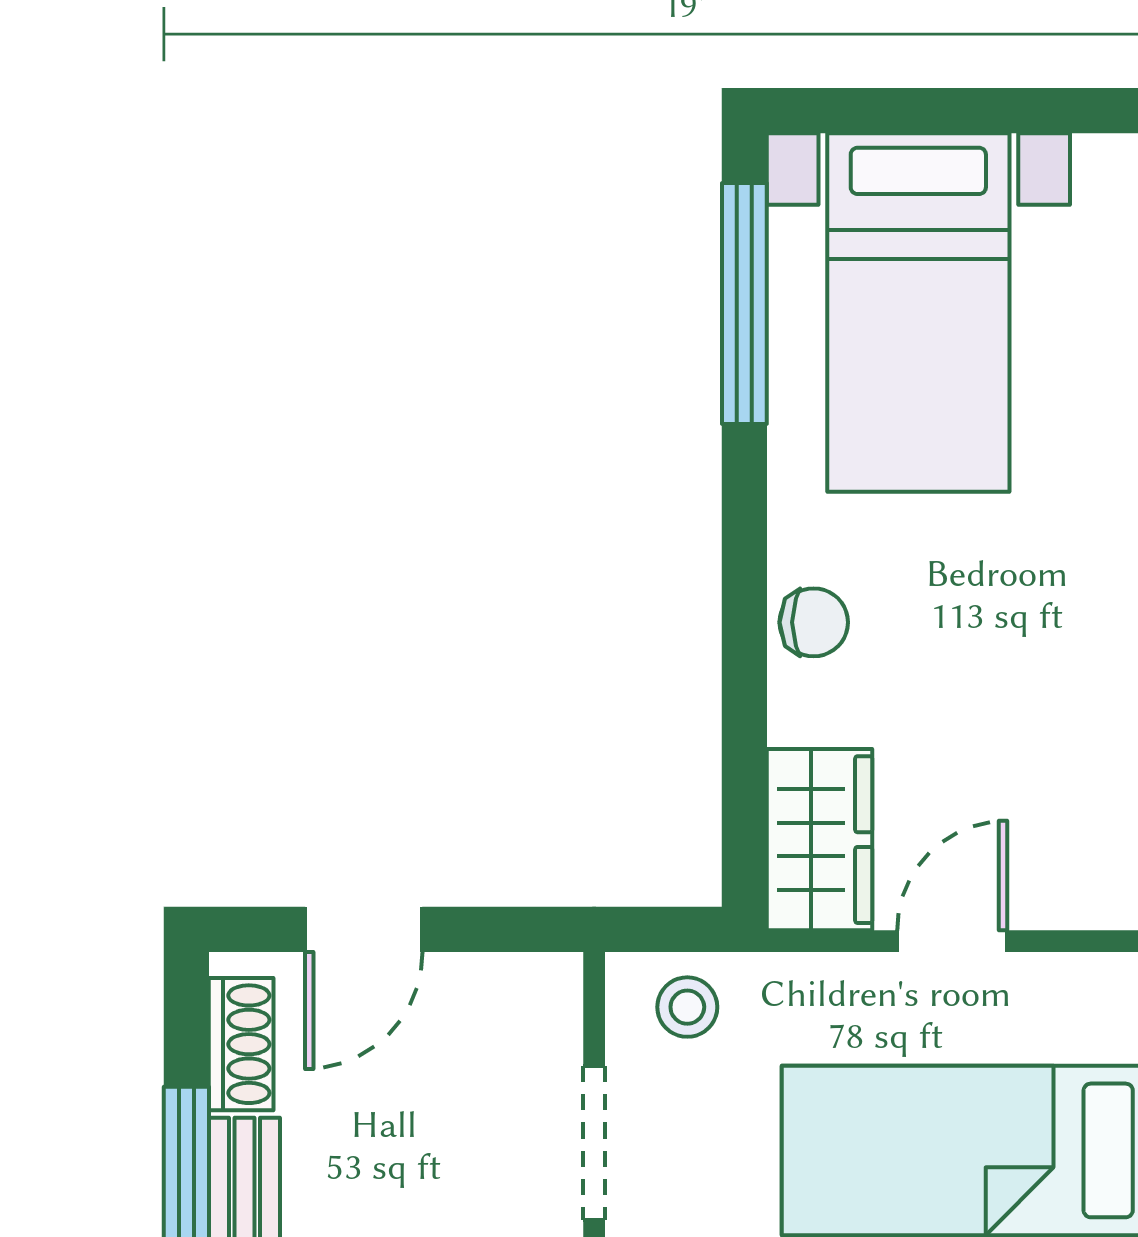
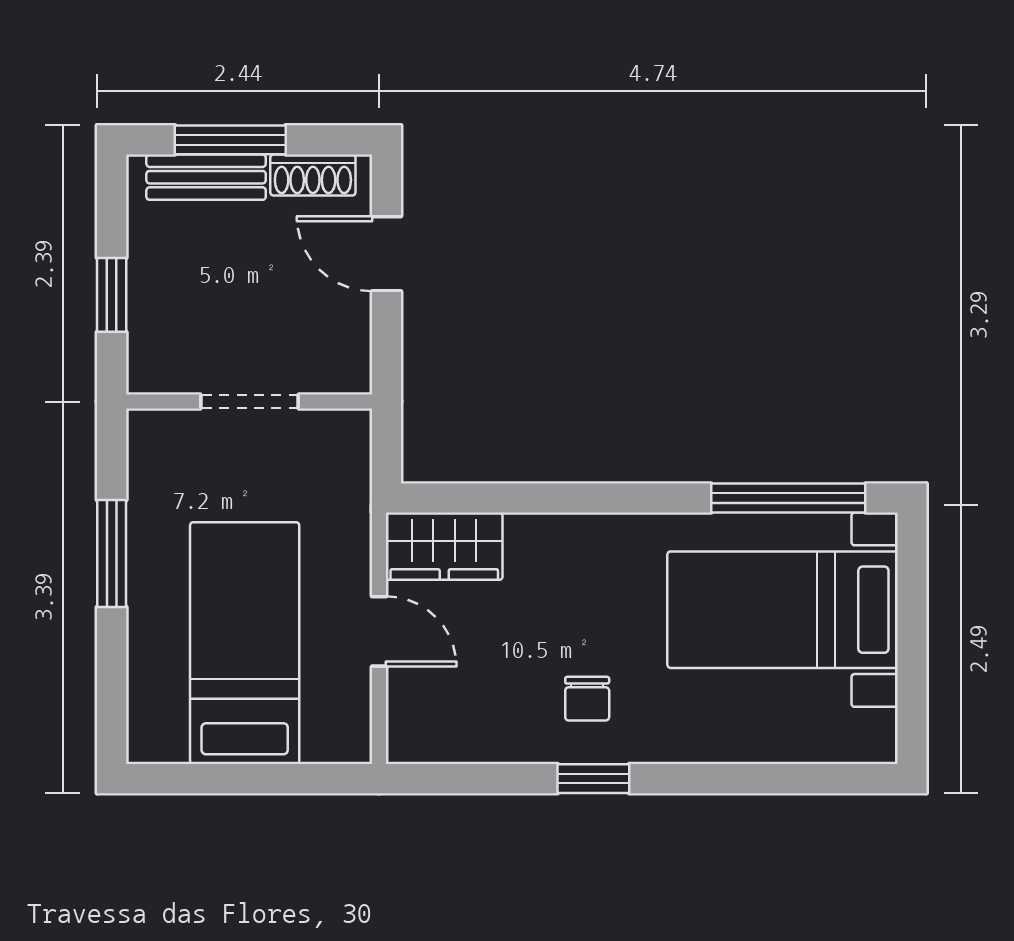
chair: (814, 622) -> (587, 699), moved
stool: (687, 1007) -> (337, 461), removed

